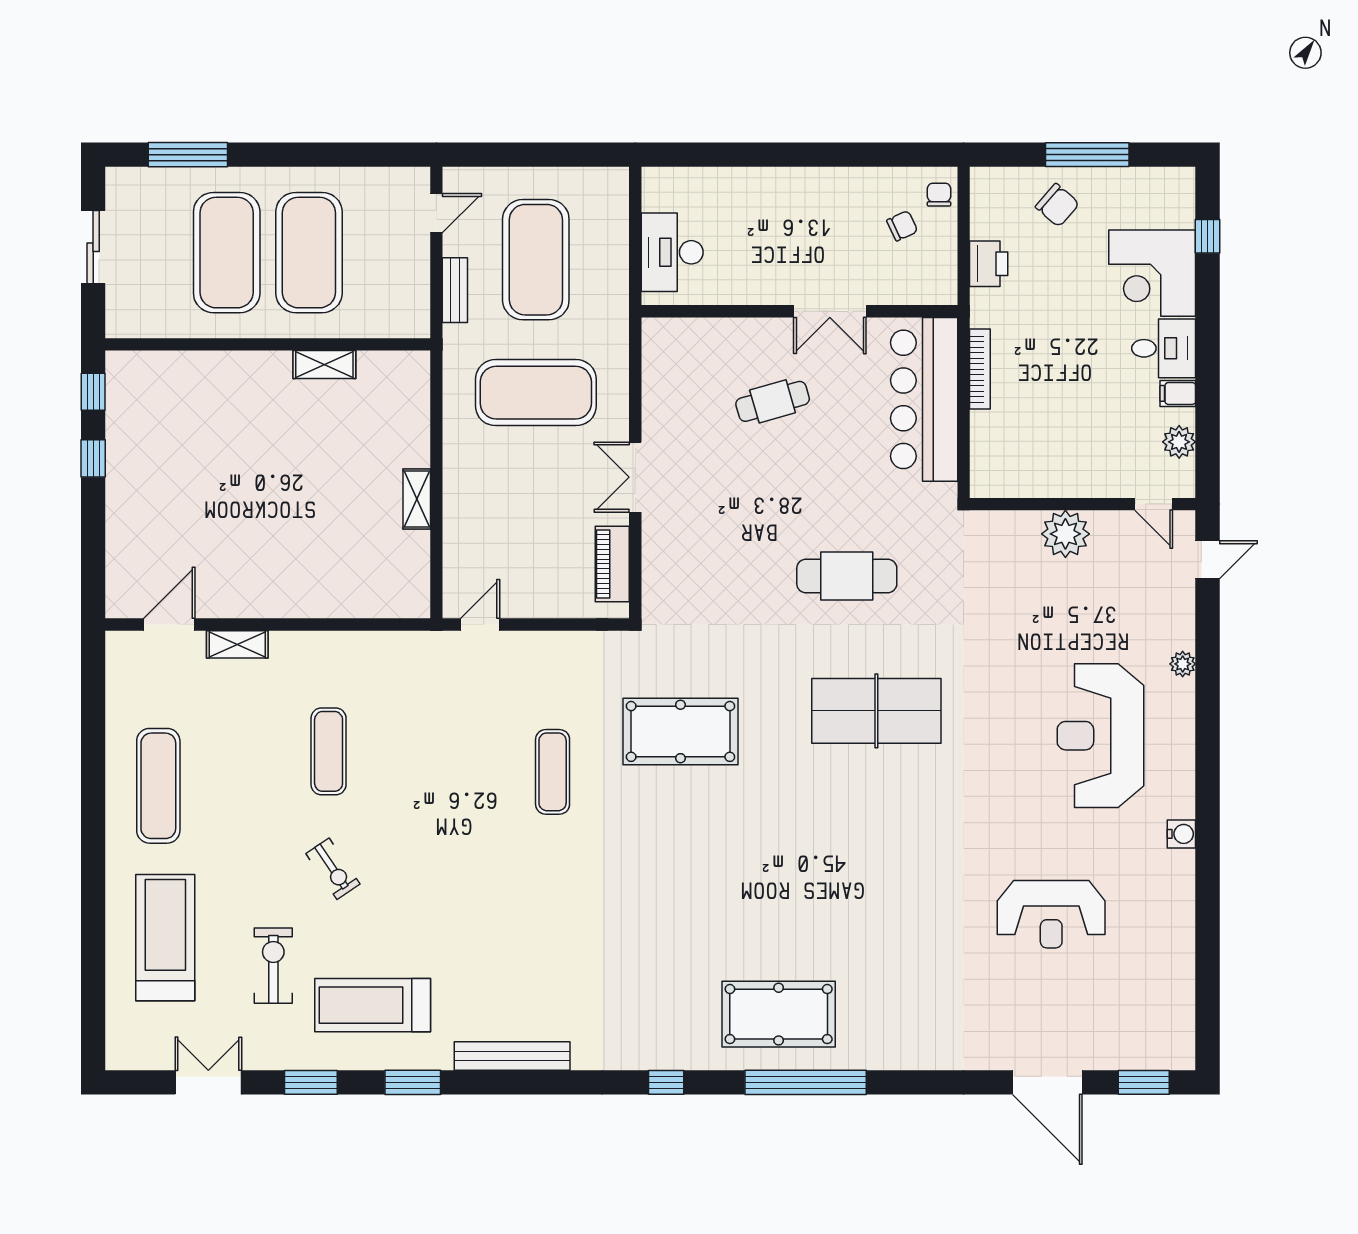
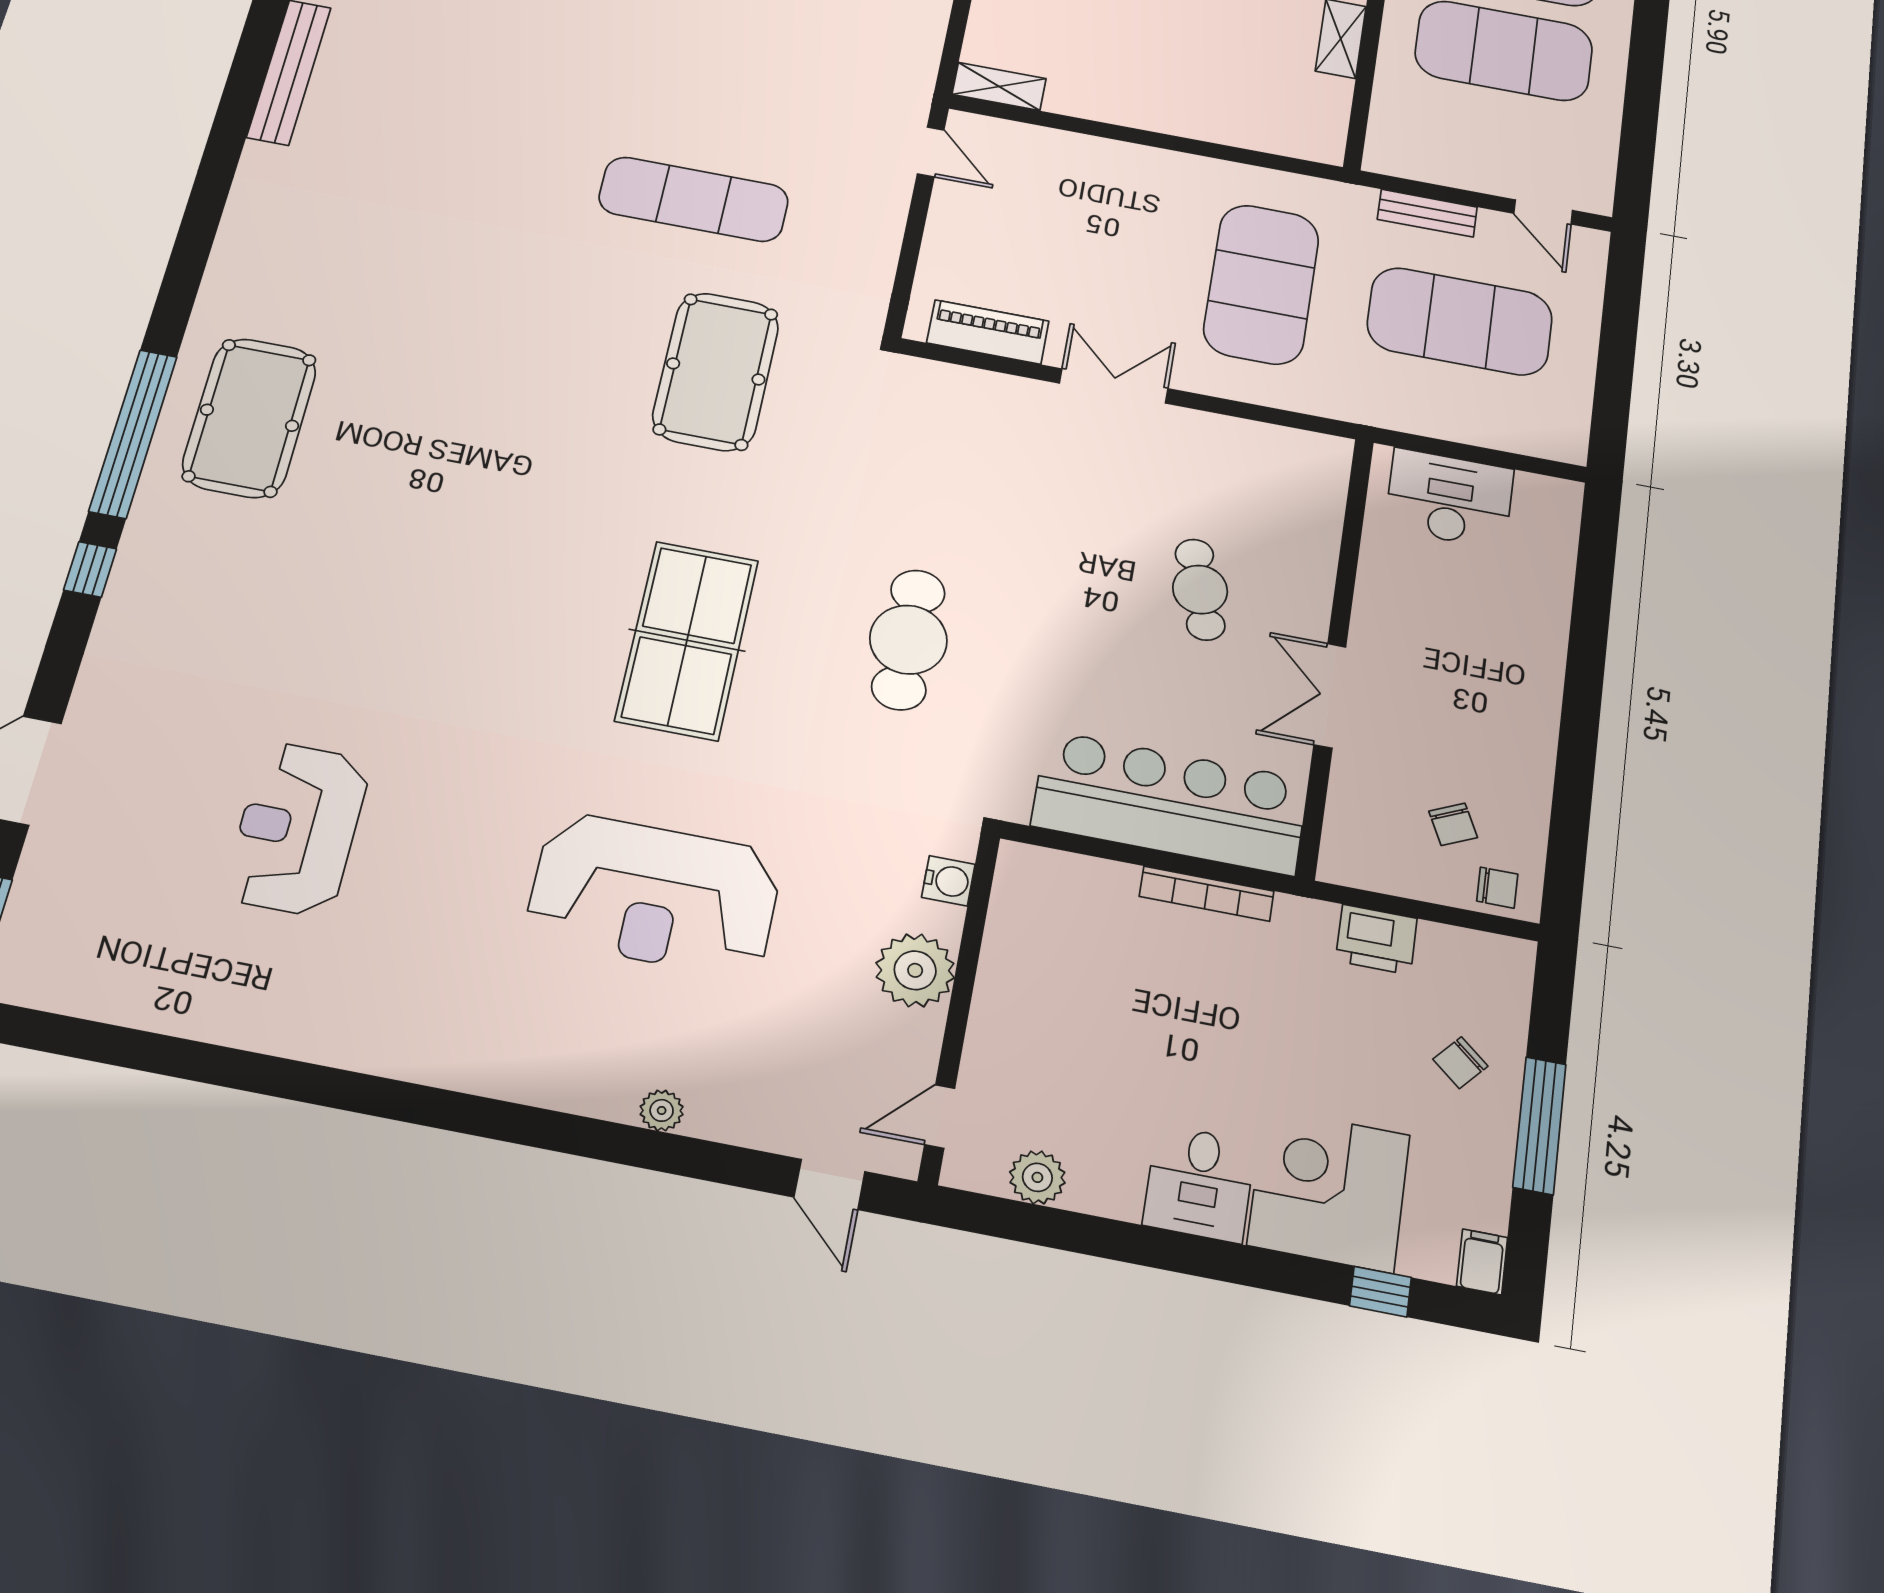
chair: (1057, 205) -> (1460, 1063), width x0.73, depth x0.73
filing cabinet: (1178, 393) -> (1482, 1262), moved
shelving: (417, 499) -> (999, 86), moved
reception desk: (1100, 736) -> (654, 895), moved, turned 180
exercise mat: (553, 772) -> (694, 199), width x1.36, depth x1.45
water cooler: (1181, 834) -> (948, 881), moved, turned -90
window: (666, 1082) -> (90, 569), moved

